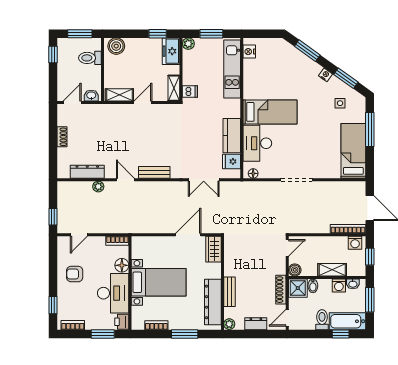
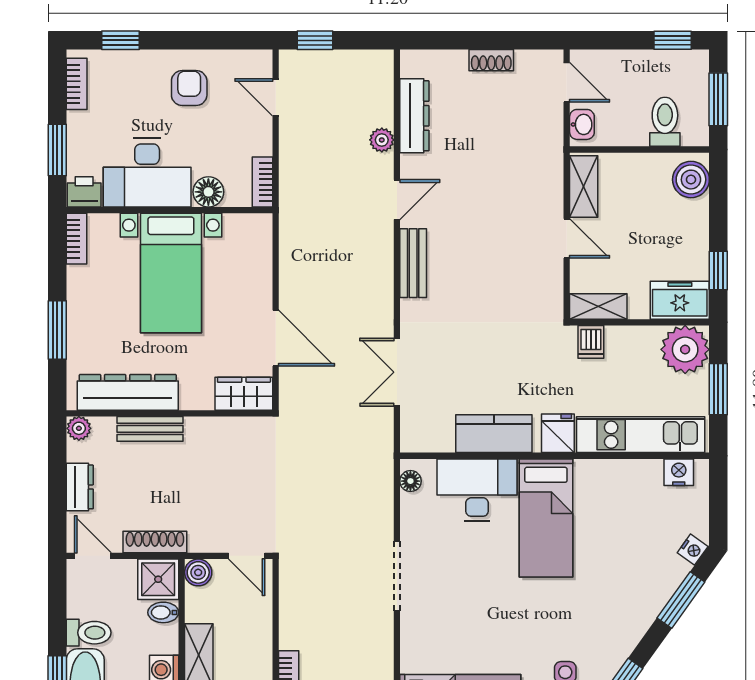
plant: (188, 44) -> (685, 349), width x1.88, depth x1.88
nightstand: (325, 75) -> (693, 550), moved
fridge: (232, 161) -> (558, 433), moved
bookcase: (156, 325) -> (77, 239), moved

